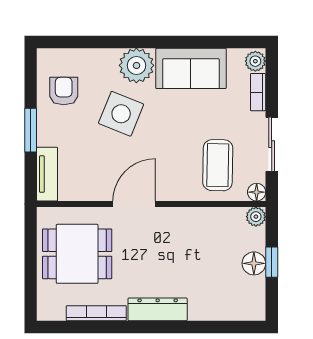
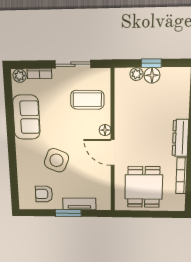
plant: (136, 65) -> (26, 151), removed
tv unit: (47, 174) -> (79, 204), moved
floor lamp: (257, 192) -> (105, 130), moved
plant: (256, 217) -> (136, 74), moved

